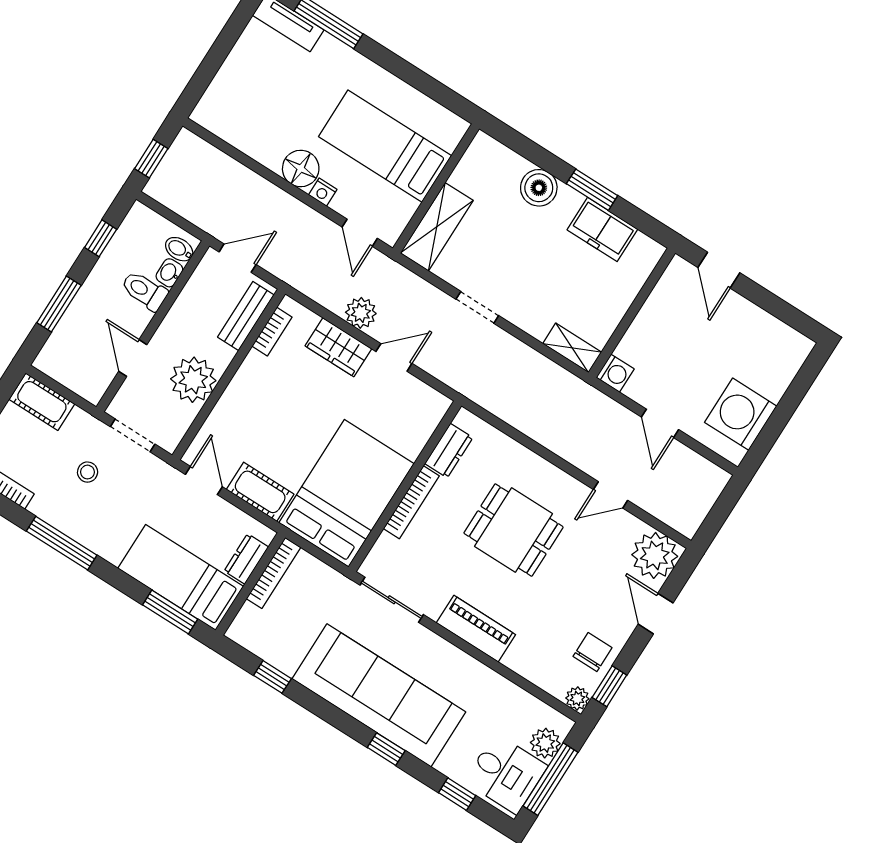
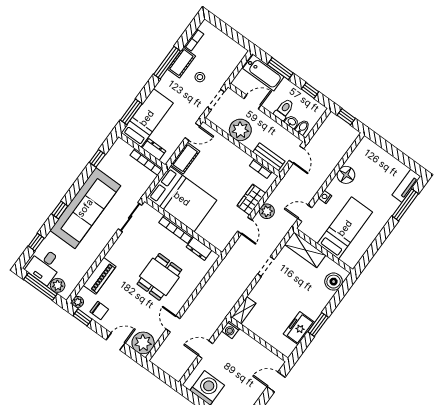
floor lamp: (301, 168) -> (346, 175), moved
boiler: (539, 188) -> (334, 282), moved
bathtub: (69, 339) -> (263, 73), added
cot: (42, 402) -> (181, 63), moved
piano: (476, 629) -> (99, 276), moved

